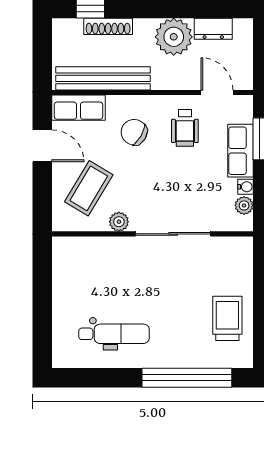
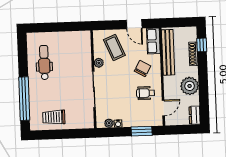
dresser: (213, 29) -> (195, 115), moved
door: (42, 146) -> (134, 24), hinge flipped
row of seats: (241, 151) -> (135, 120), removed
coffee table: (89, 188) -> (114, 47), turned 36
trolley: (227, 318) -> (54, 117), turned 180
dental chair: (114, 334) -> (44, 62), turned 180

